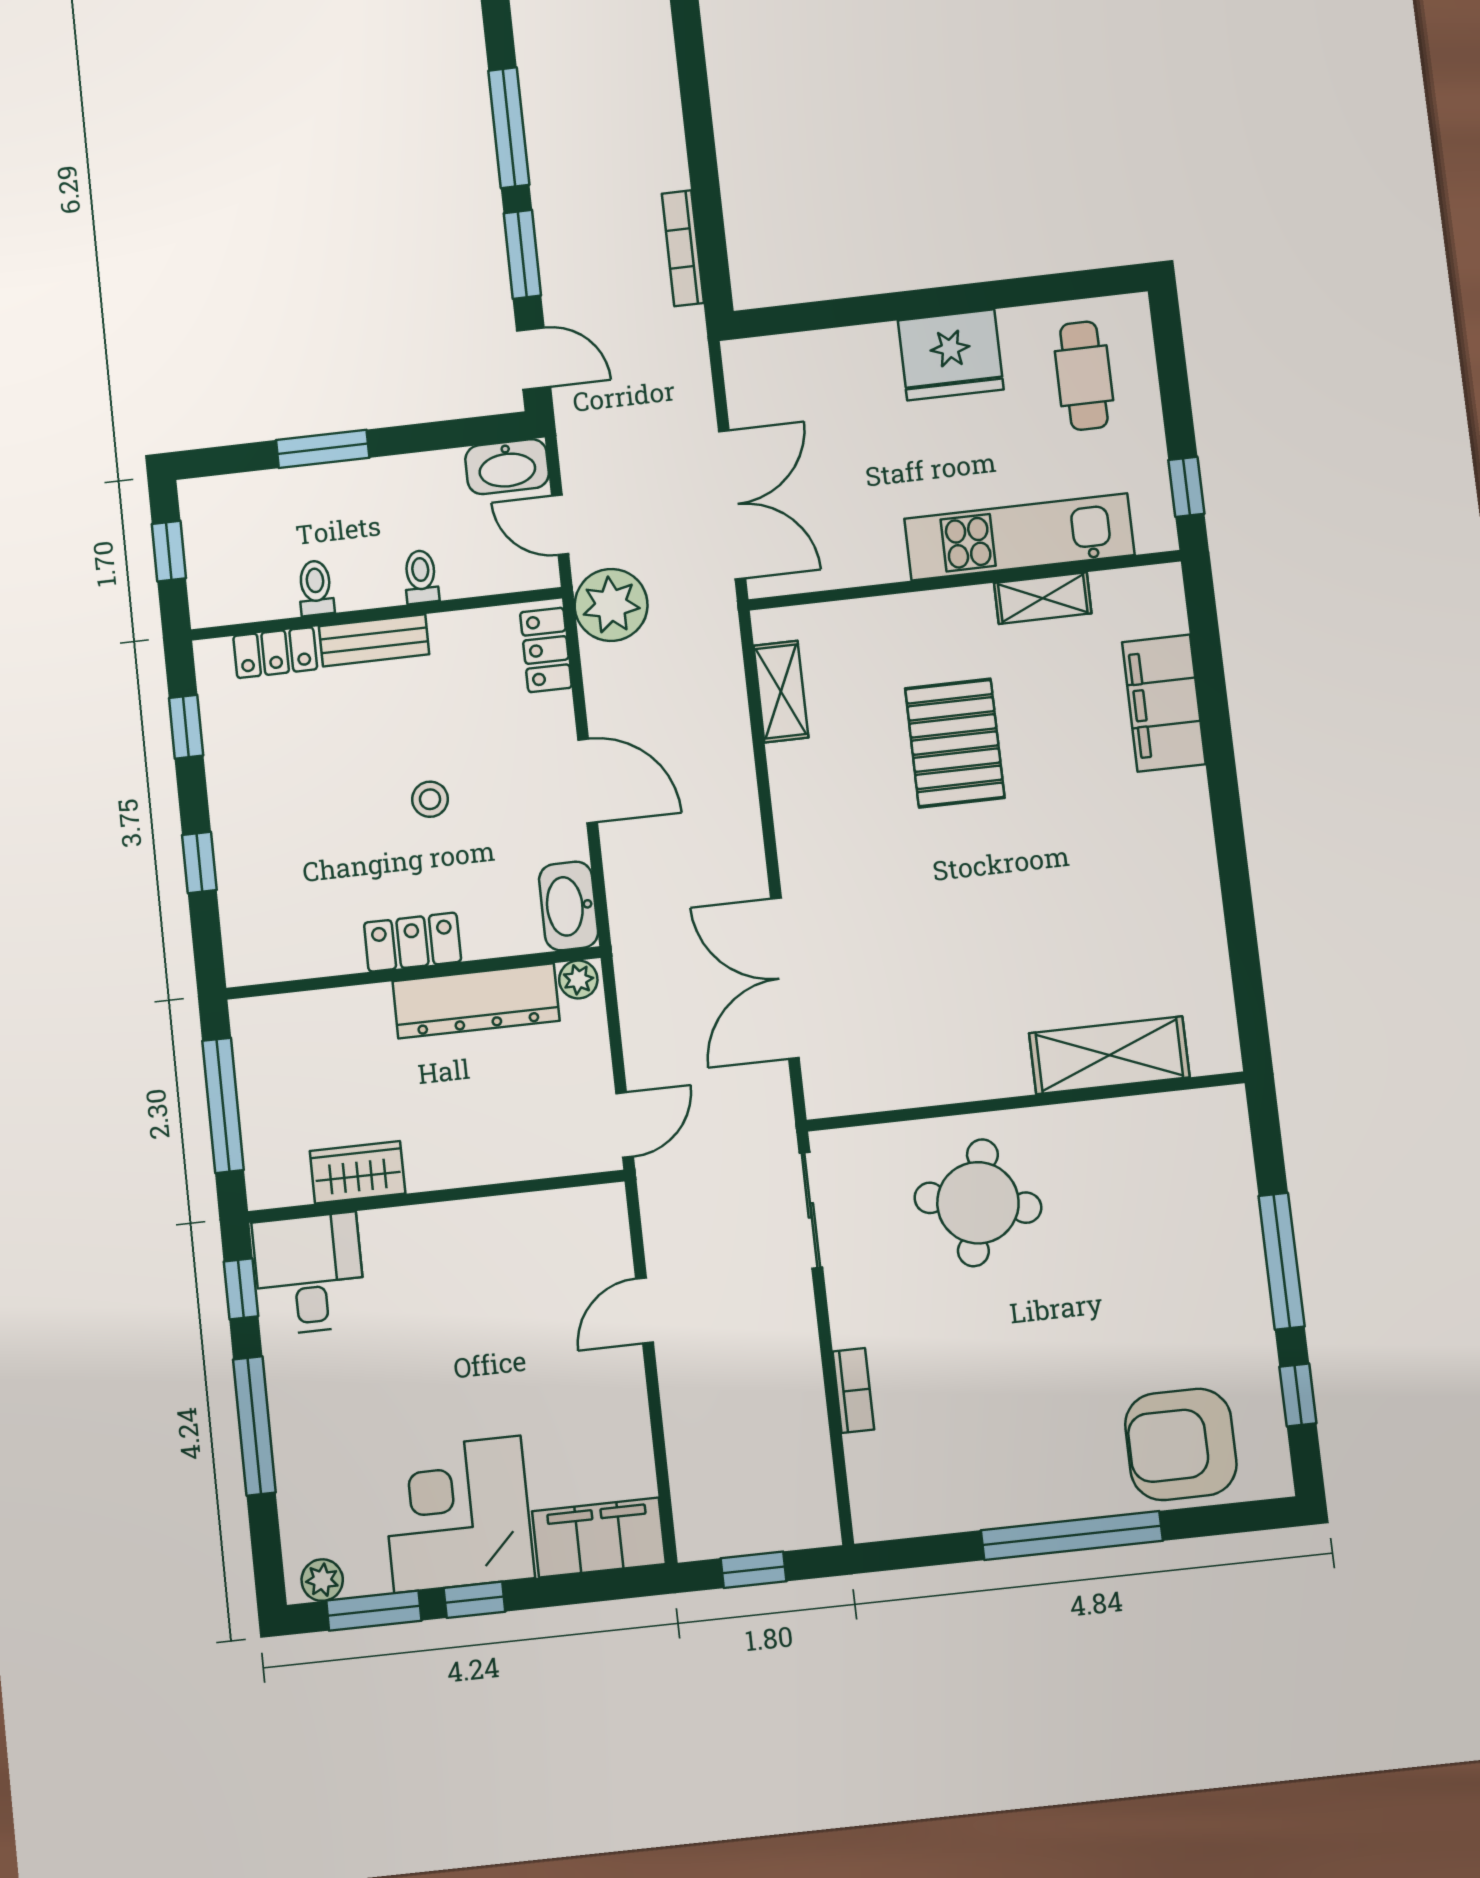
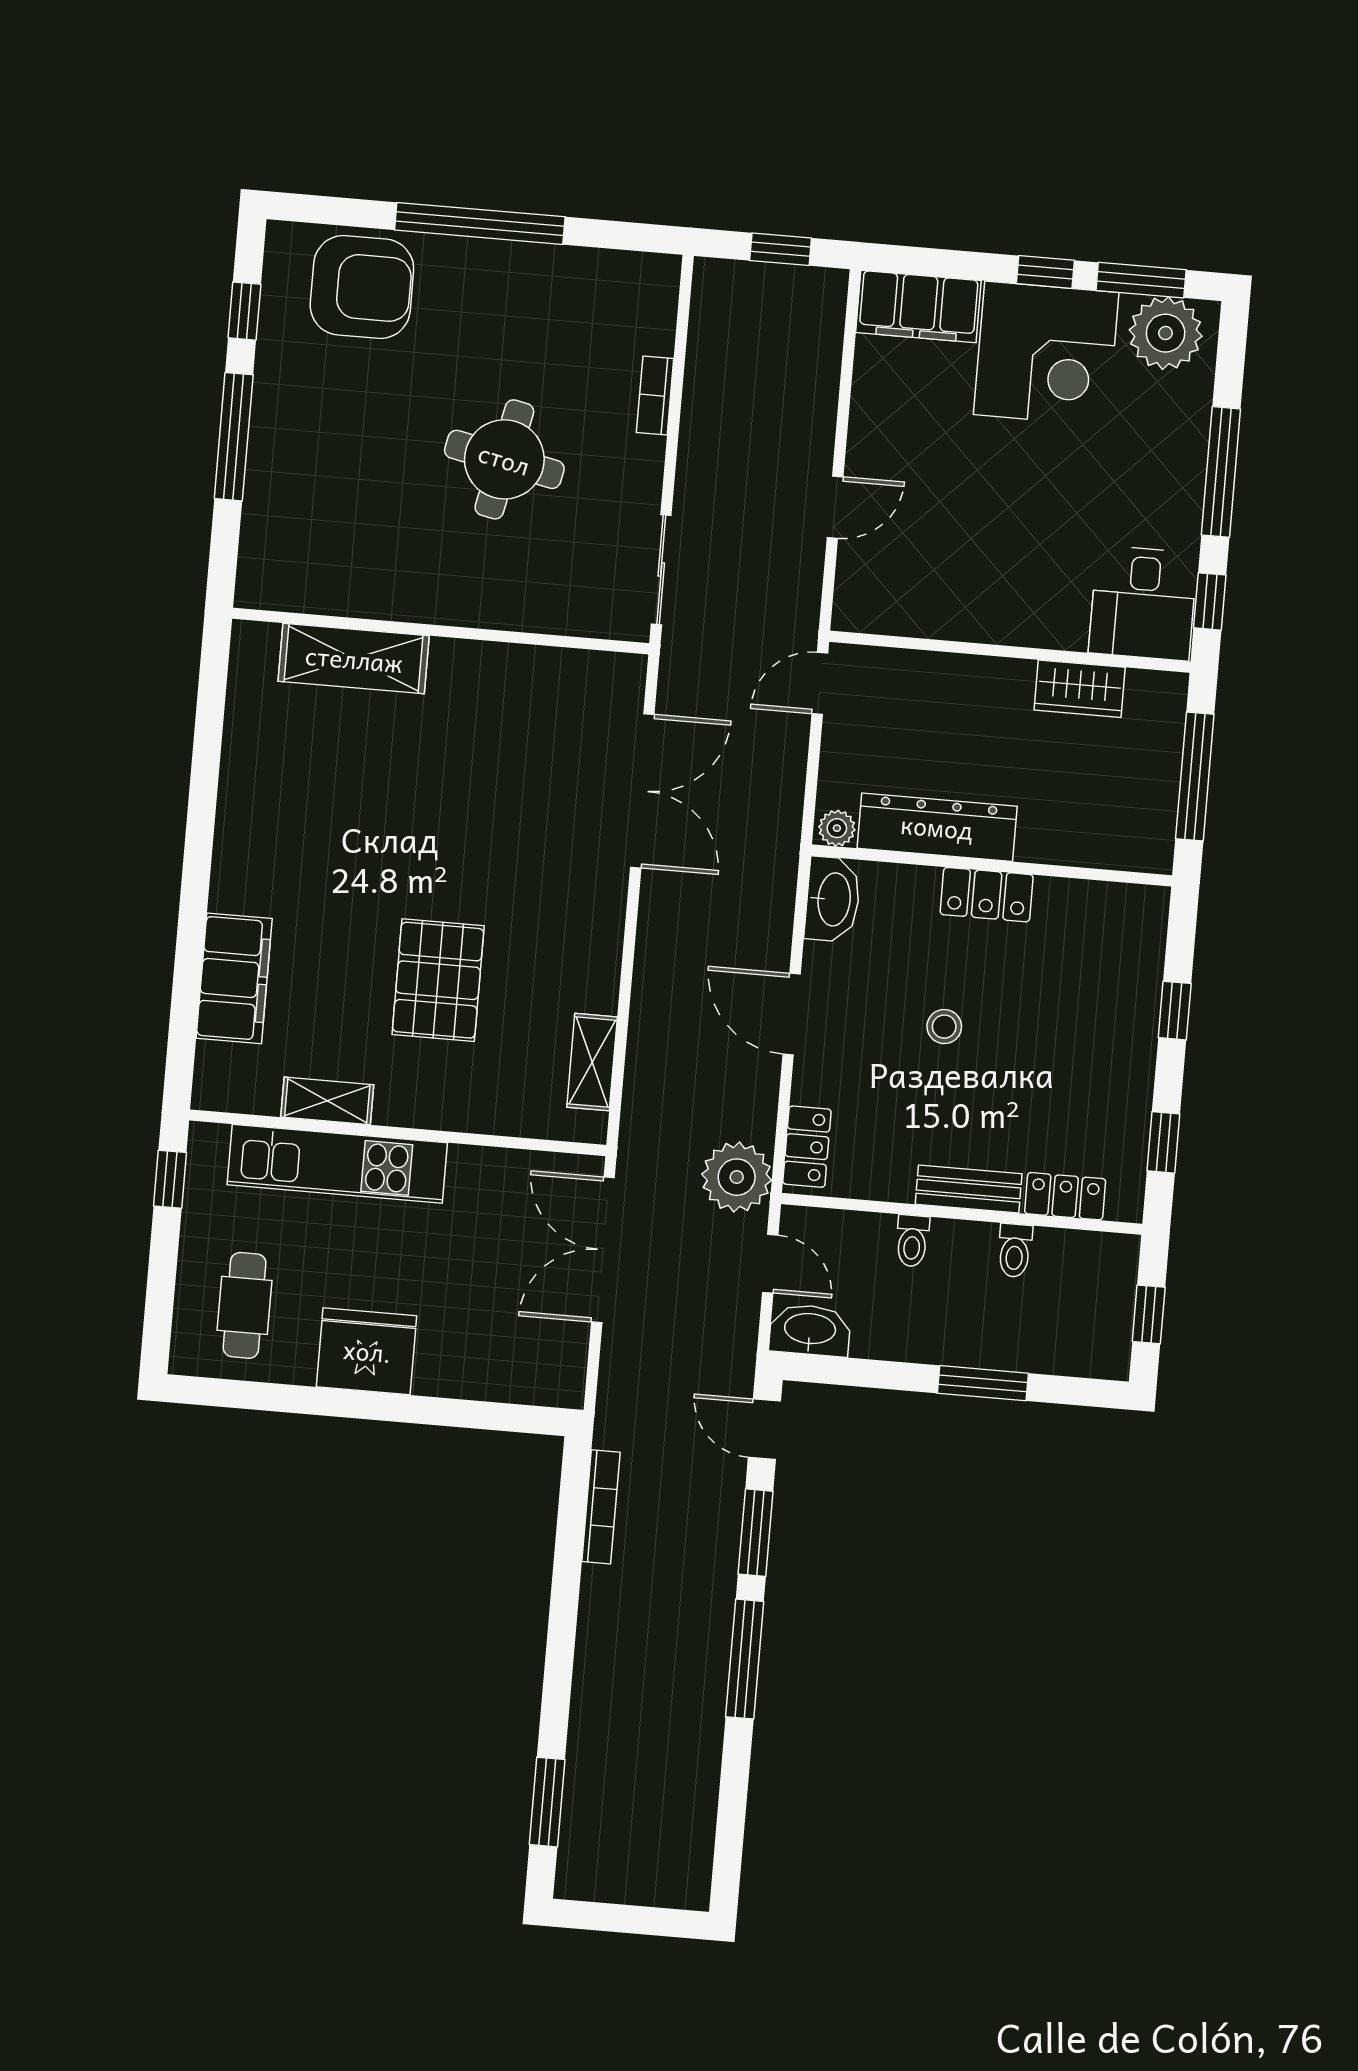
round table: (978, 1203) -> (504, 459), moved
plant: (322, 1580) -> (1166, 333), width x1.87, depth x1.87

